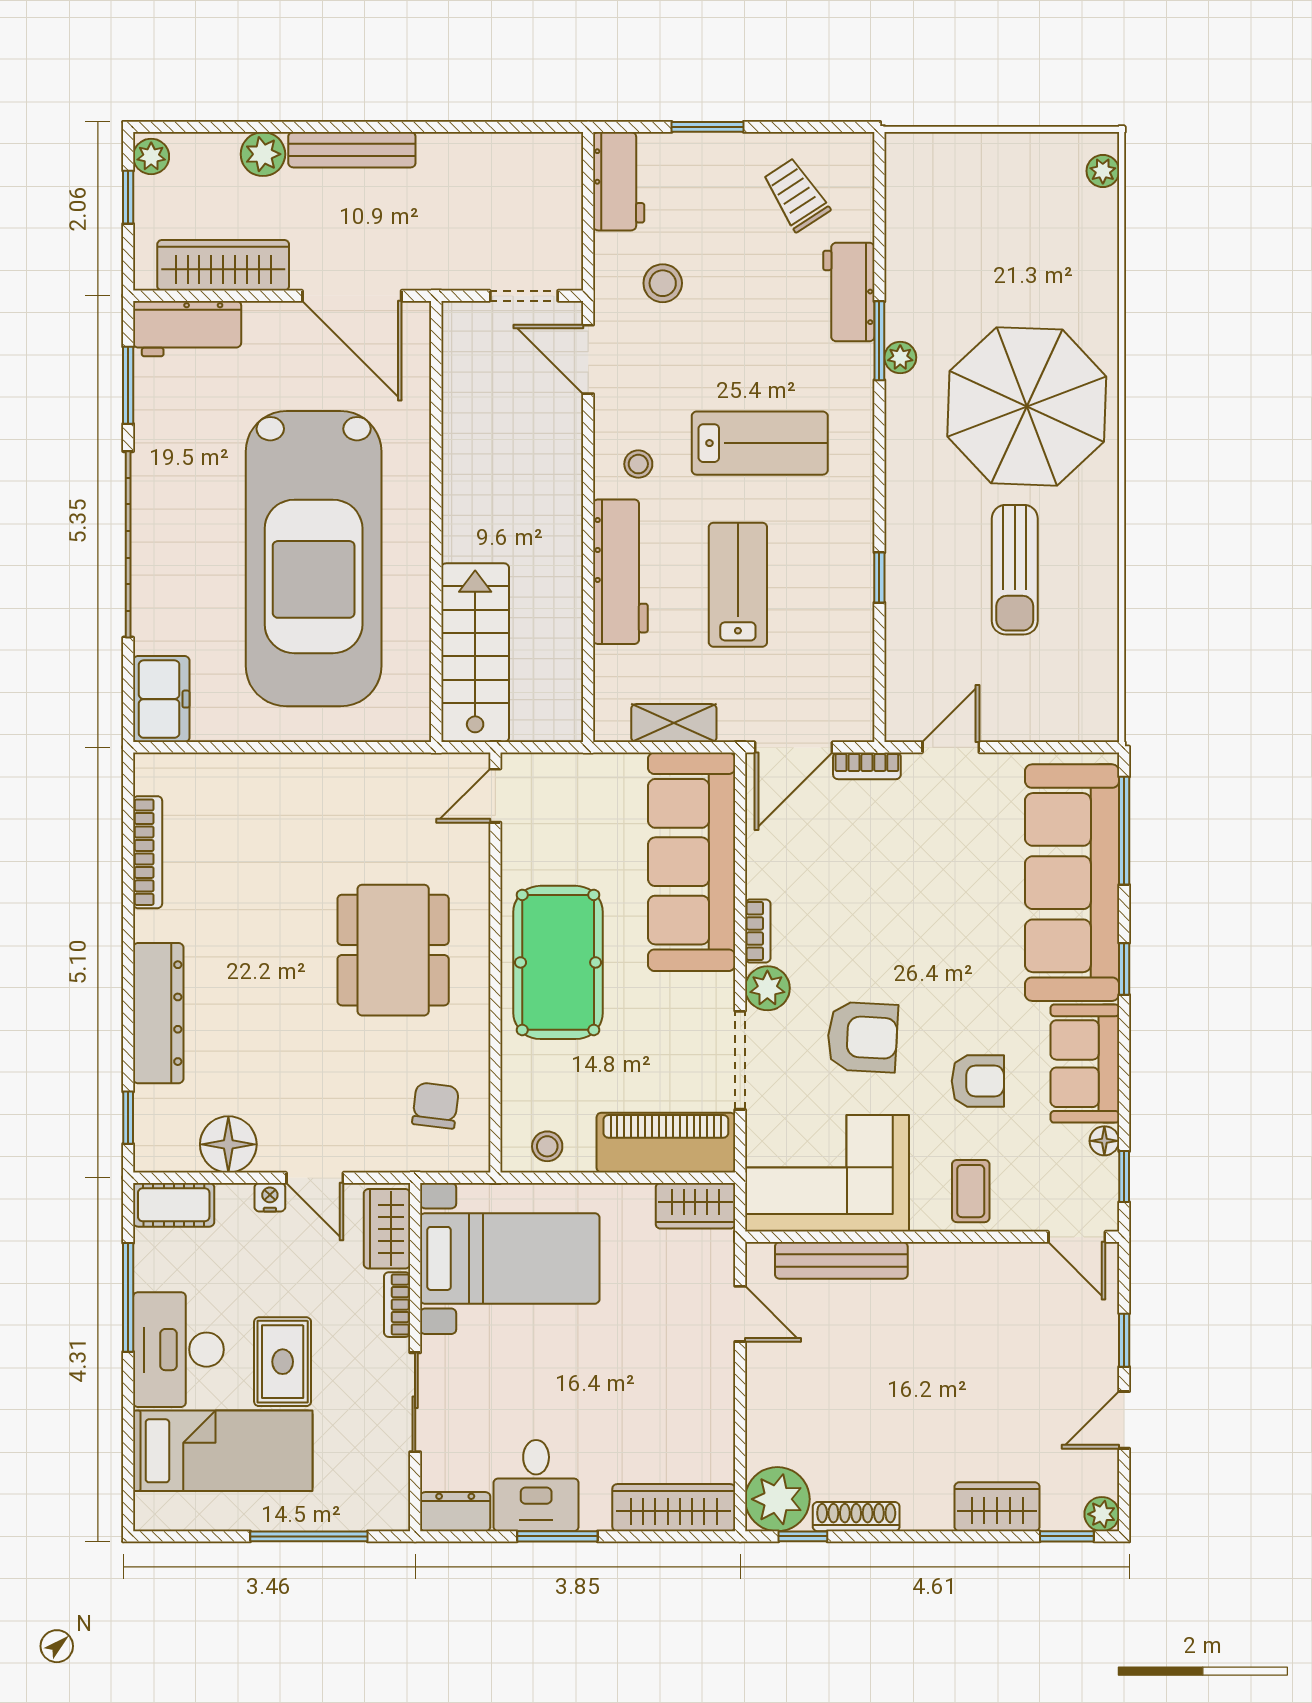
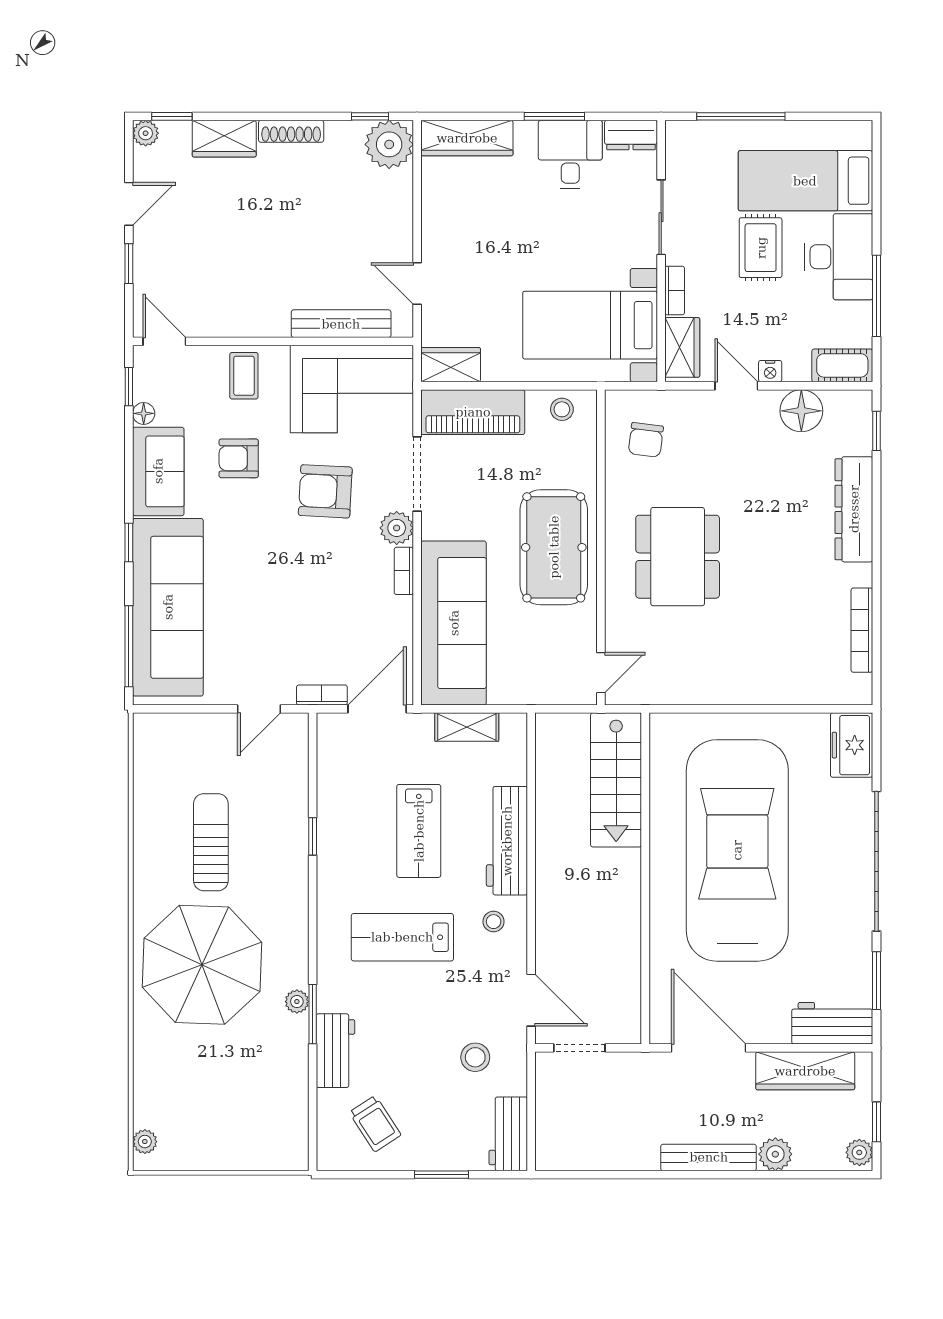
shoe rack: (856, 1517) -> (291, 131), moved

